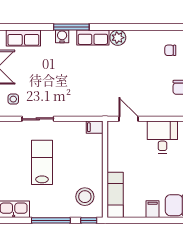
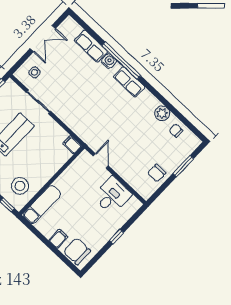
window: (71, 27) -> (121, 61), width x1.46
row of seats: (23, 38) -> (91, 46), moved
plant: (118, 38) -> (162, 113), moved
chair: (170, 50) -> (176, 131), moved

